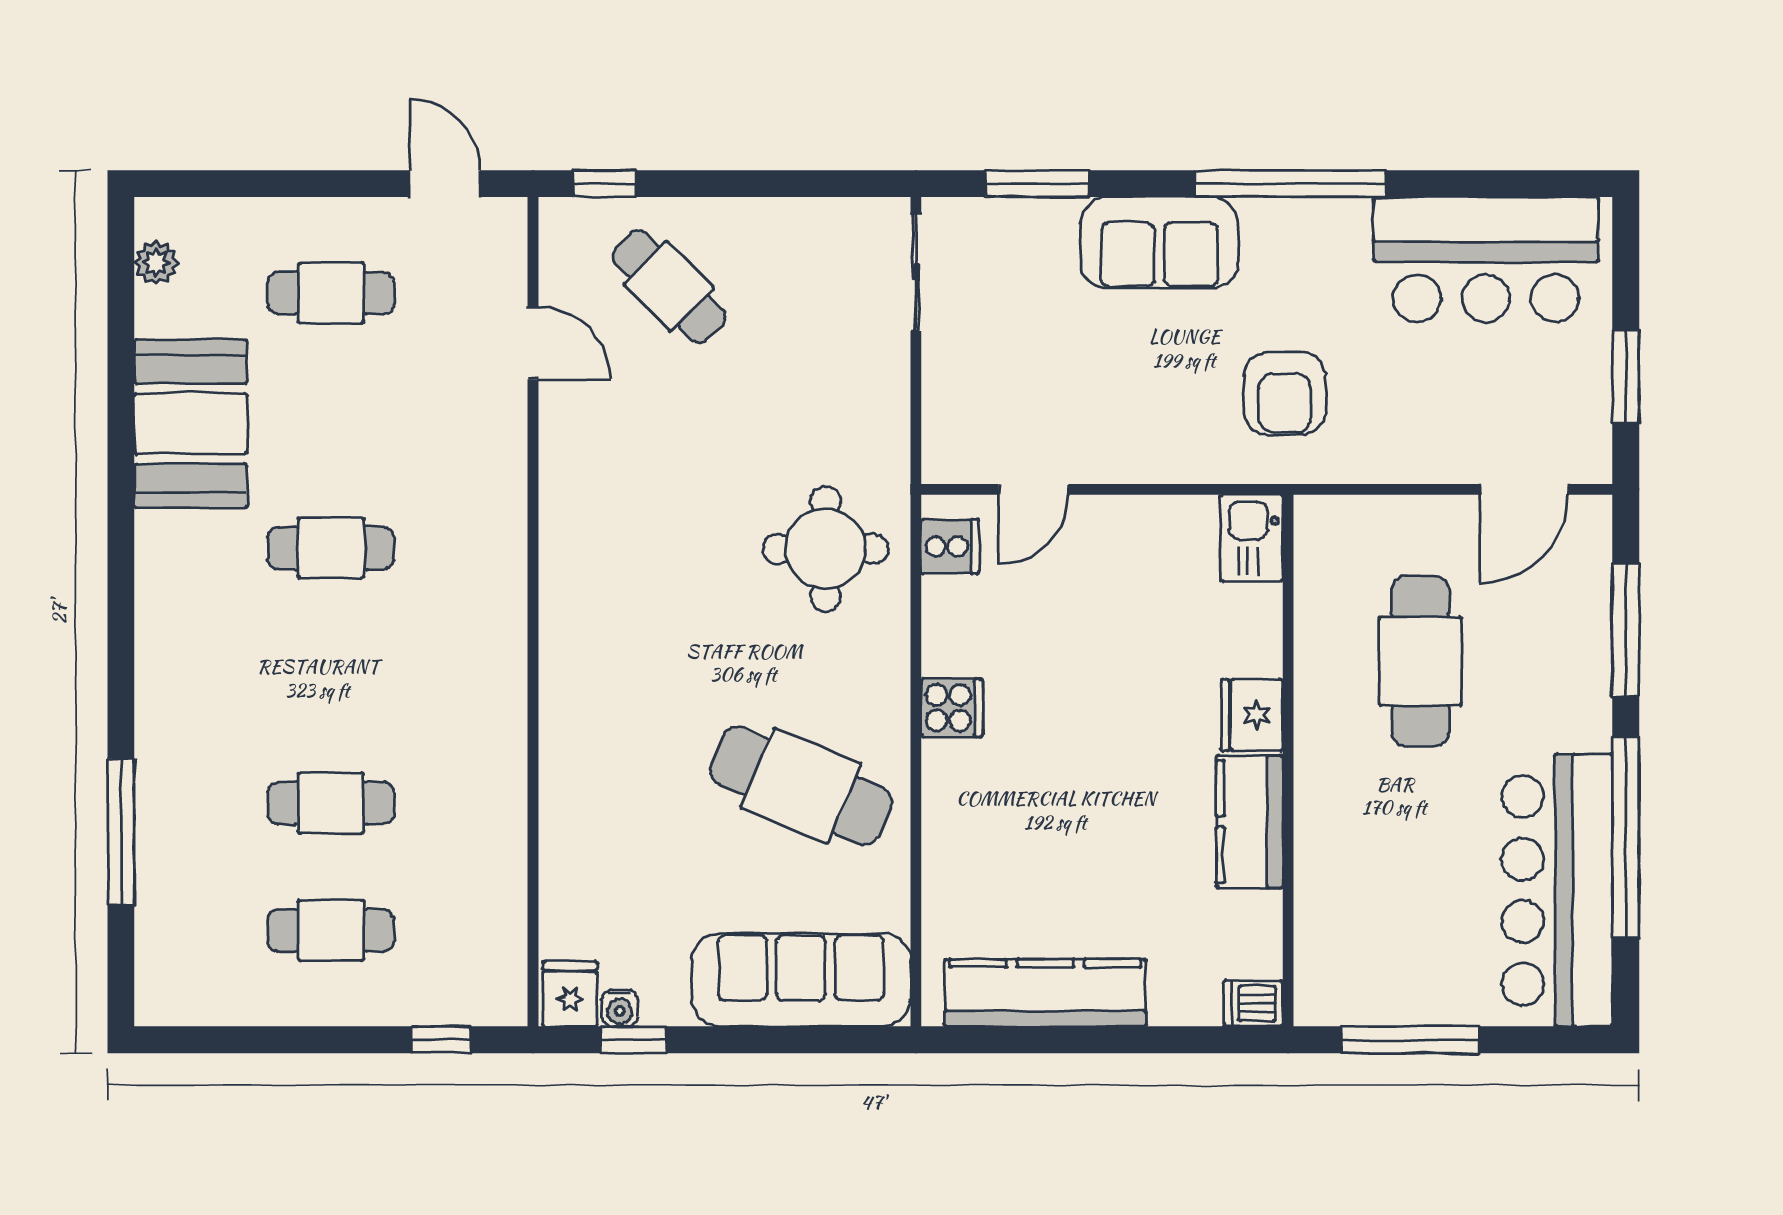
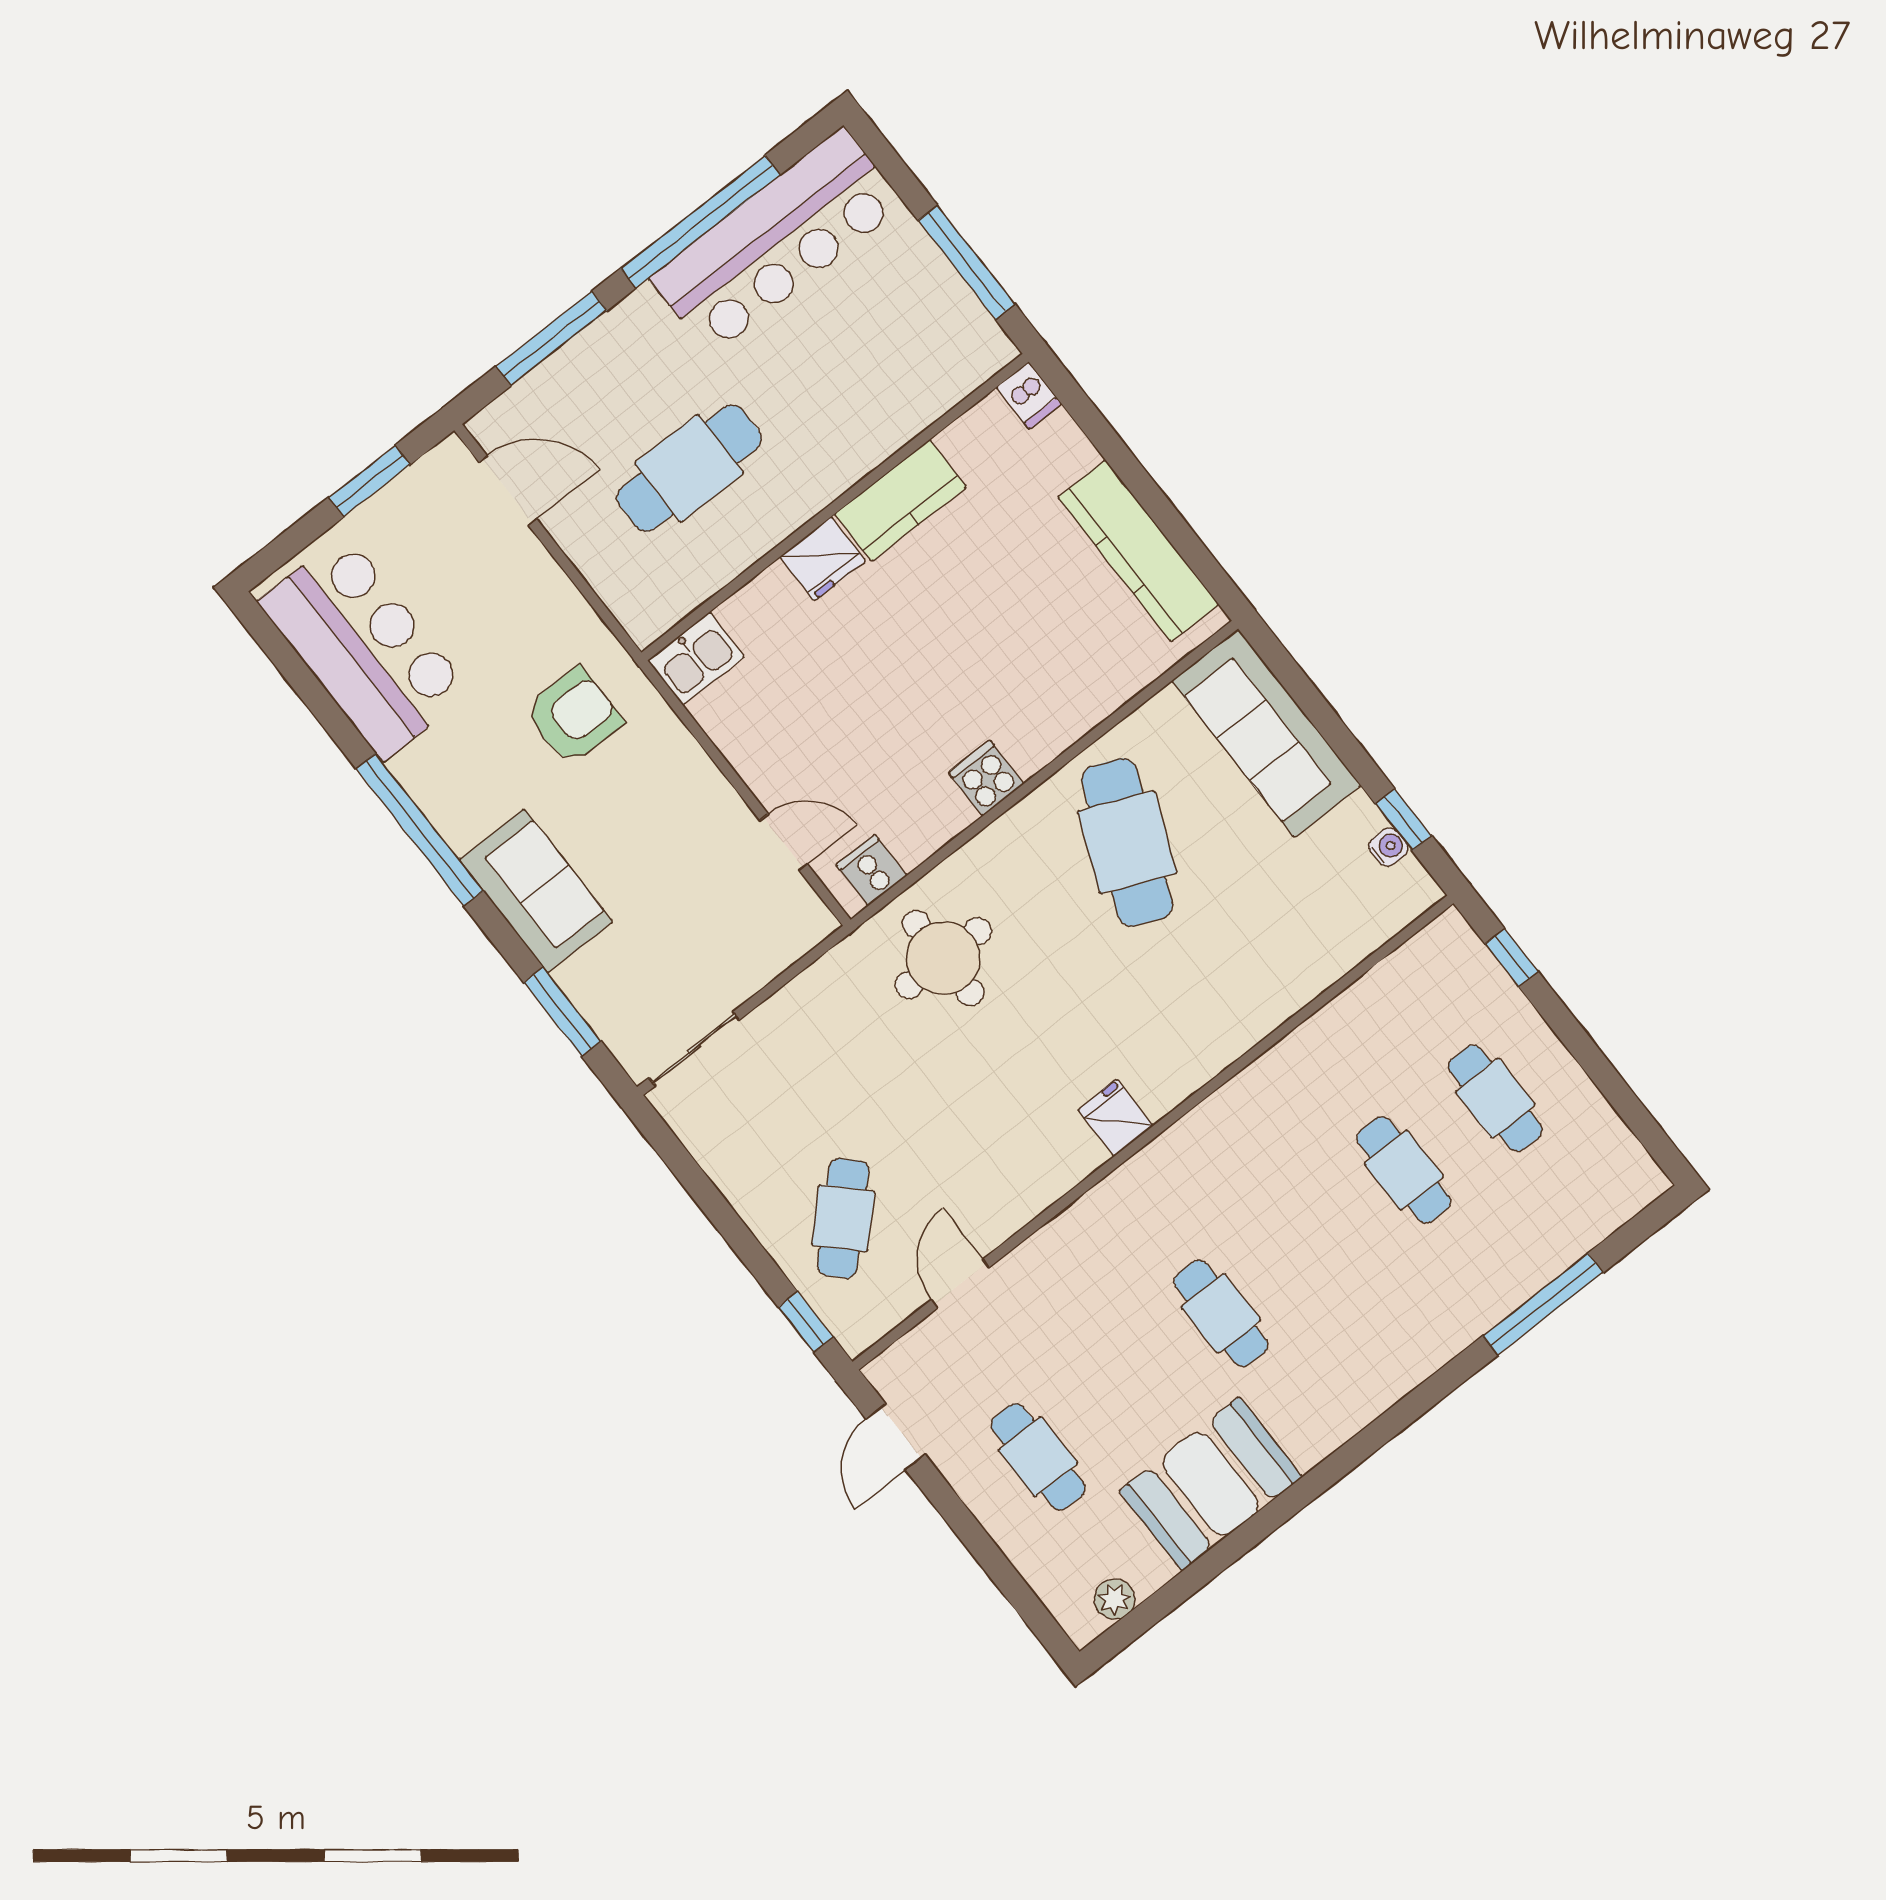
fridge: (570, 994) -> (1116, 1118), moved, turned 90

